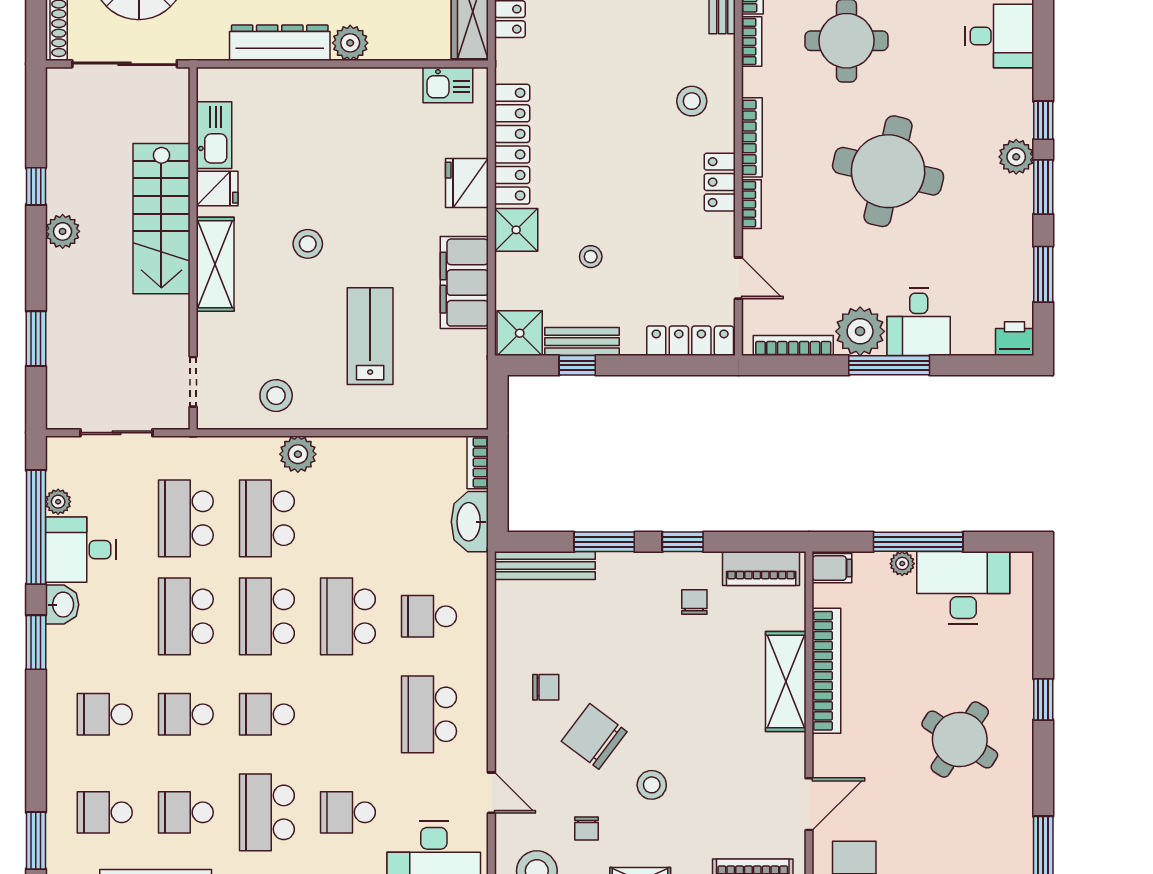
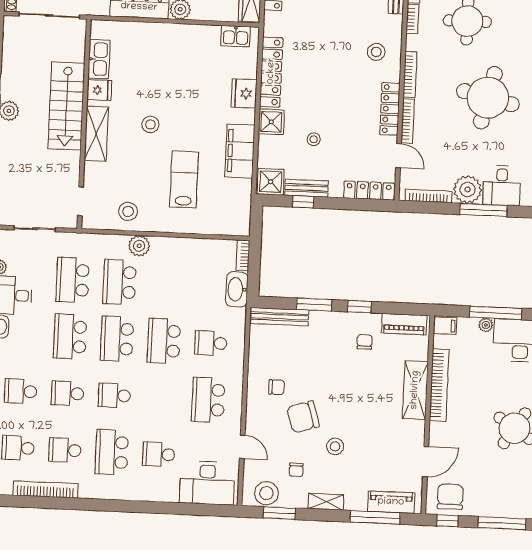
locker: (720, 182) -> (390, 109), width x1.53
bookcase: (751, 204) -> (408, 121), width x1.56
chair: (594, 736) -> (303, 417), turned -54

